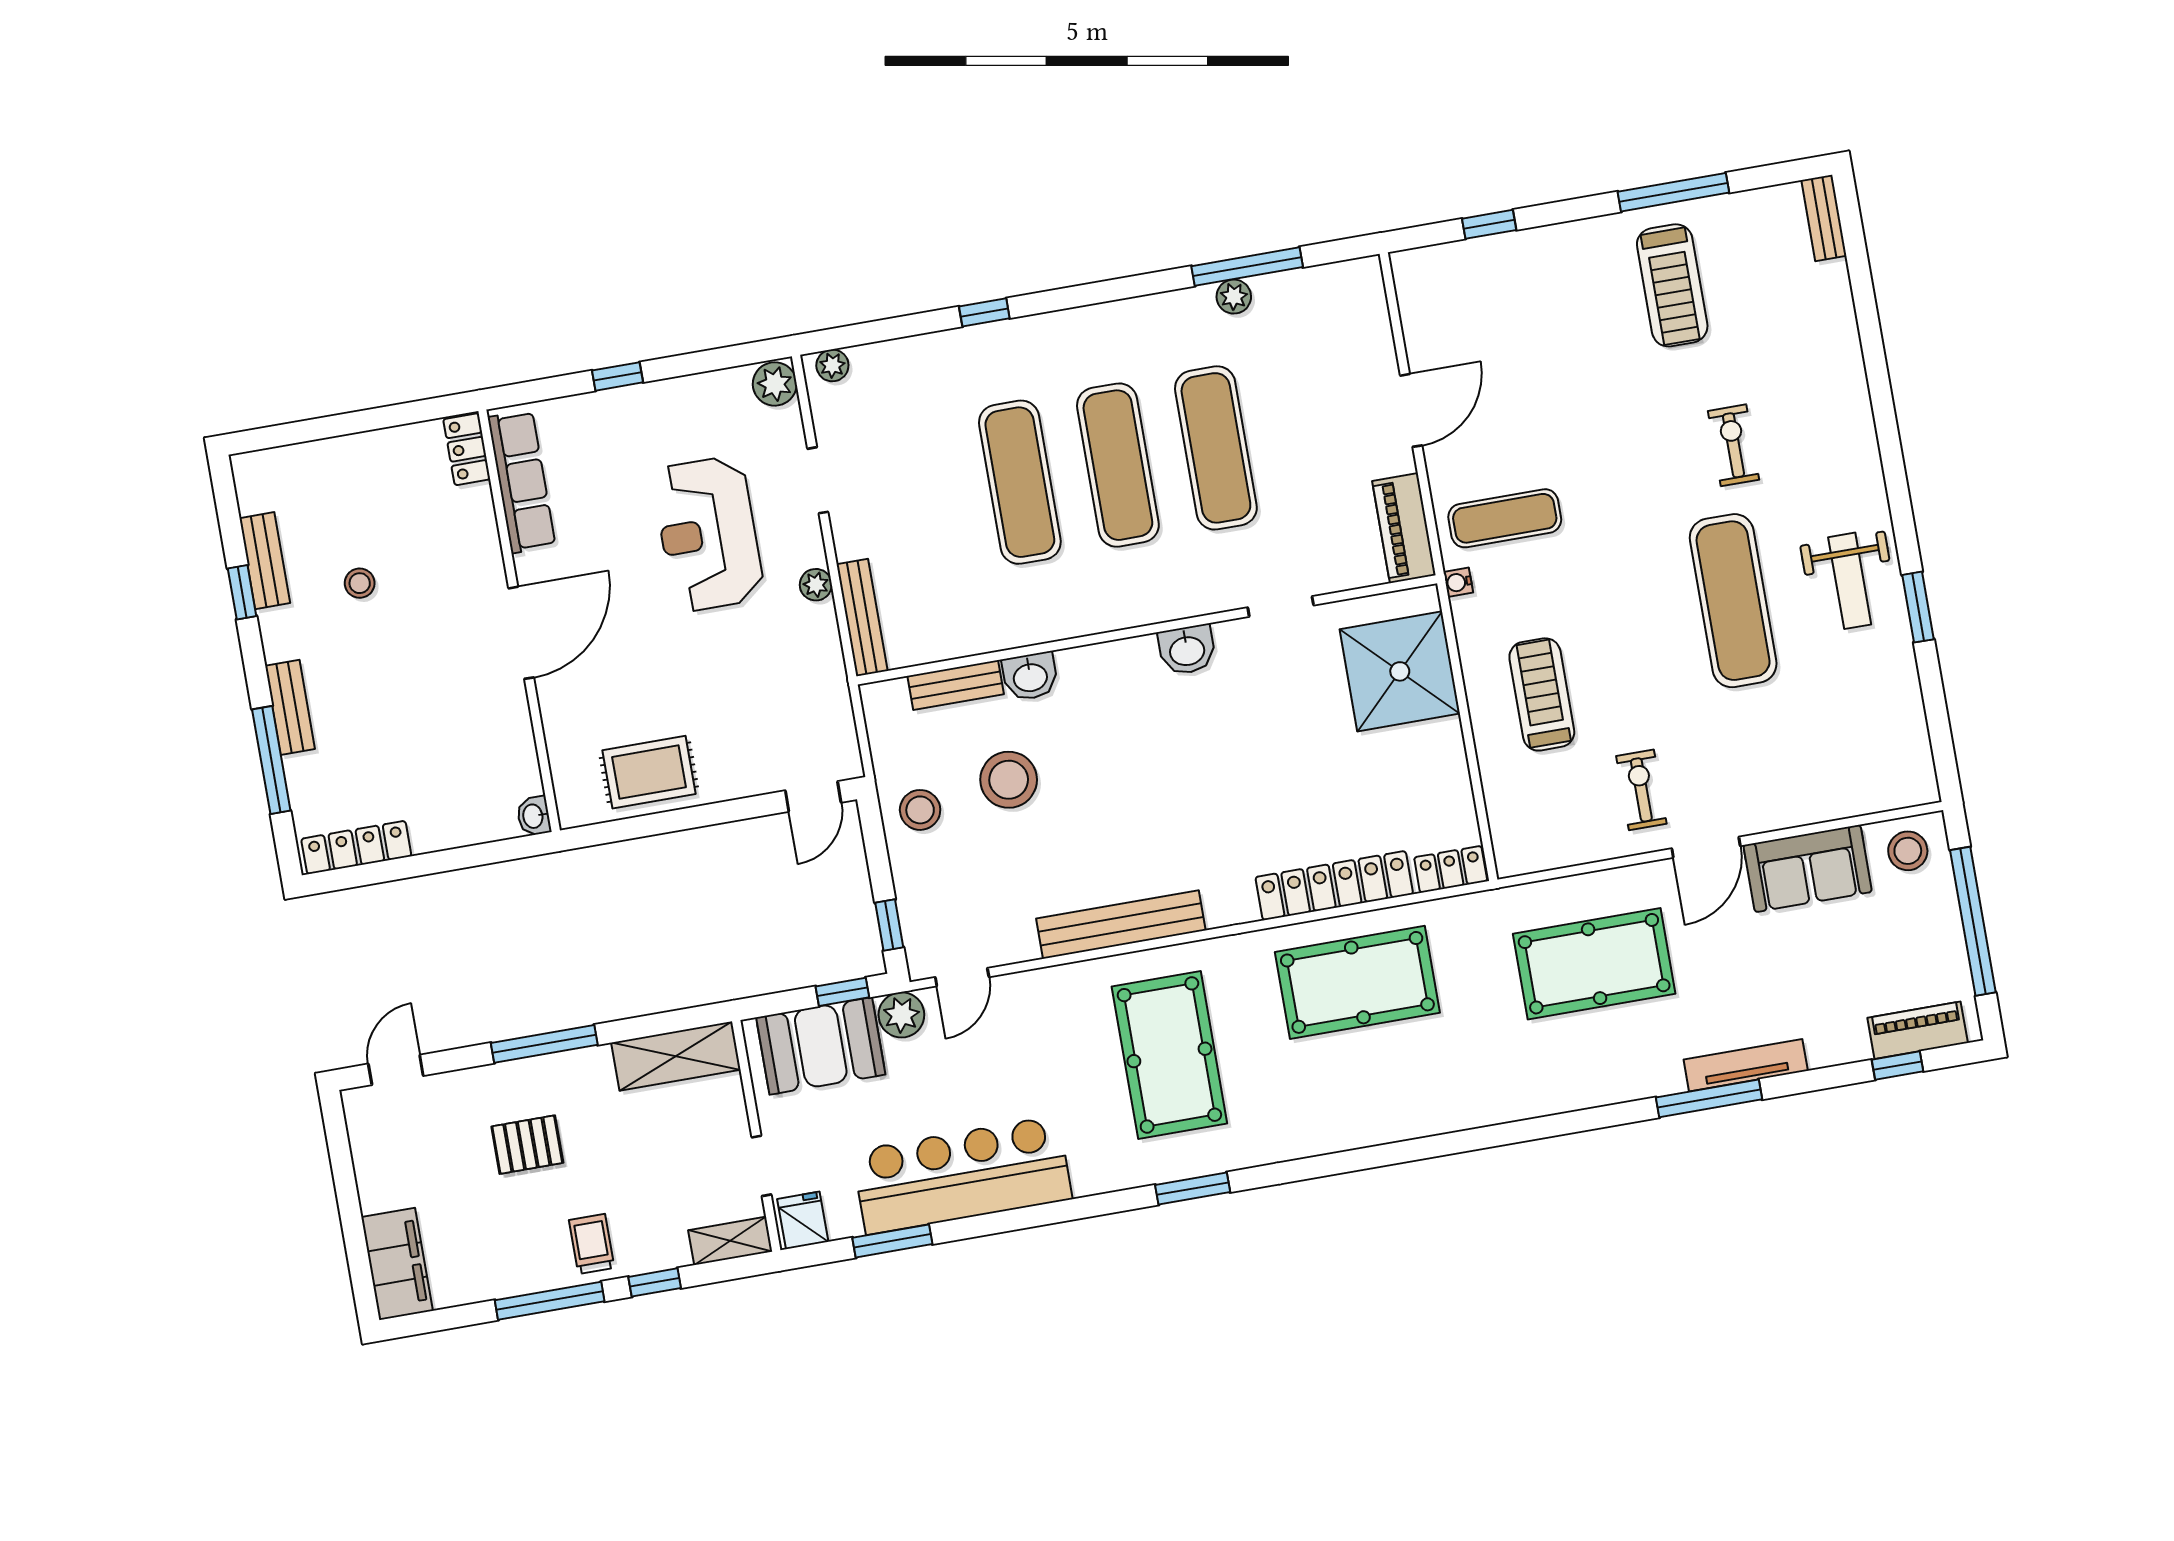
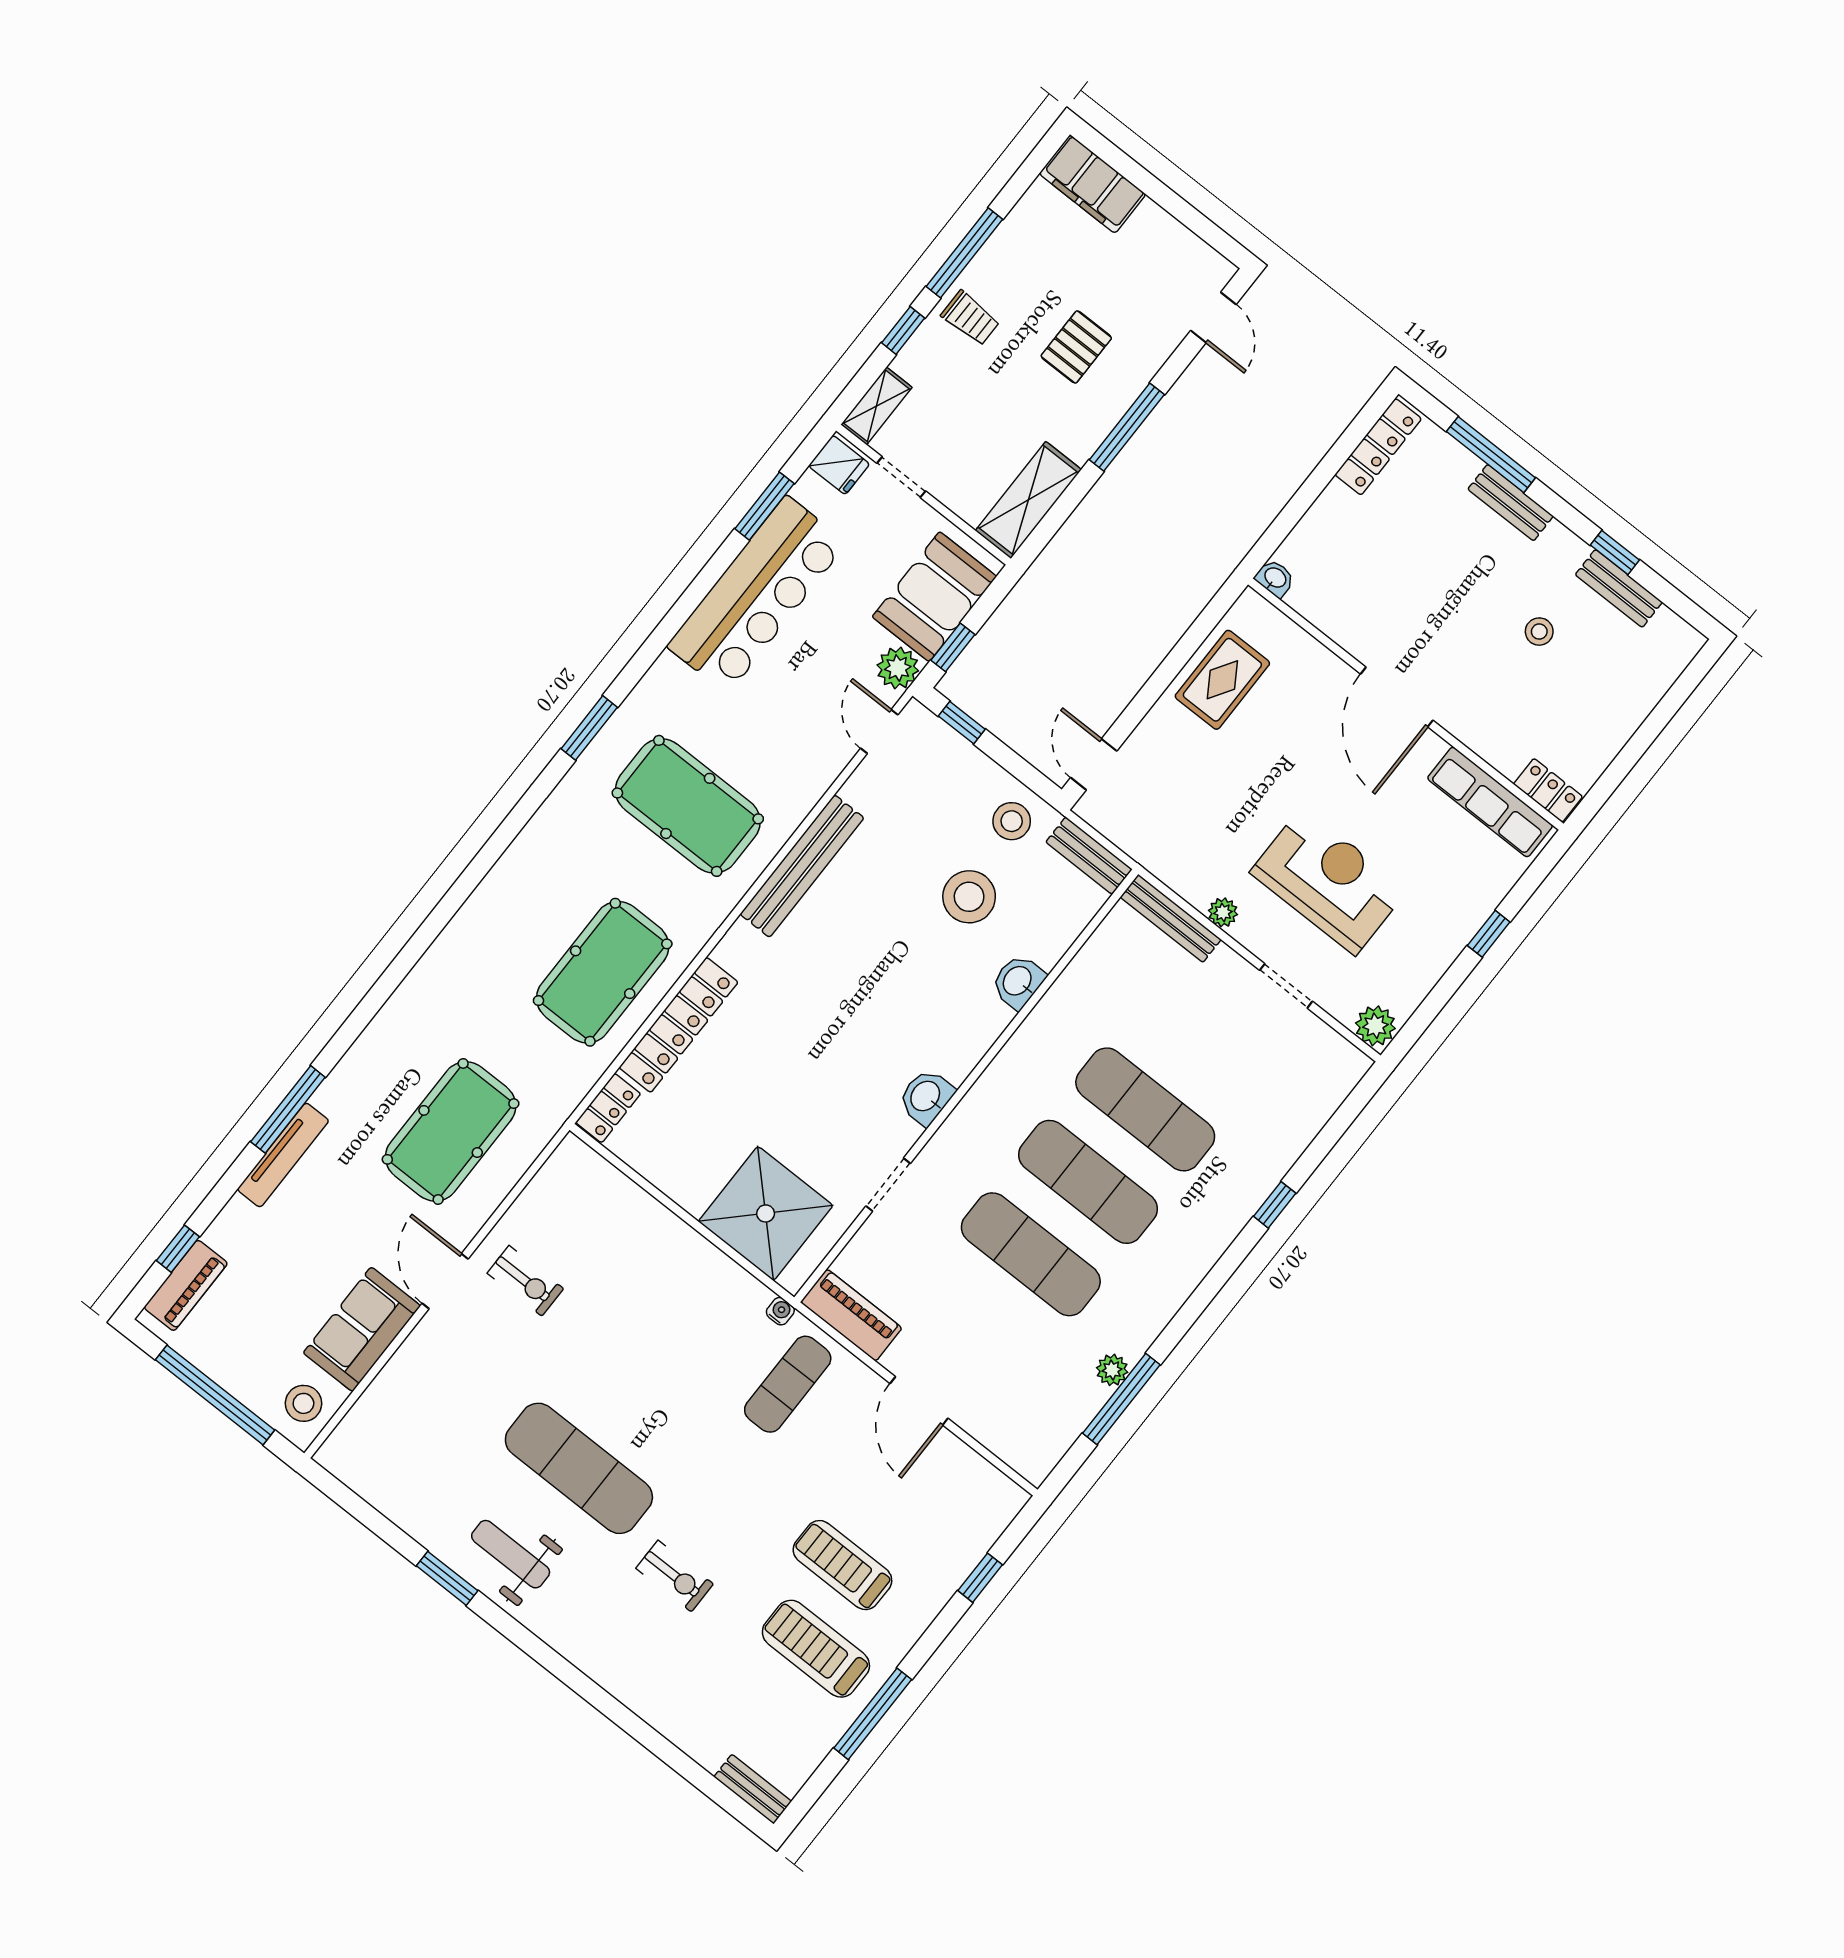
plant: (832, 365) -> (1347, 1074), removed
bench: (956, 685) -> (1089, 856), moved, turned 90
treadmill: (1542, 694) -> (842, 1565), moved, turned 180

